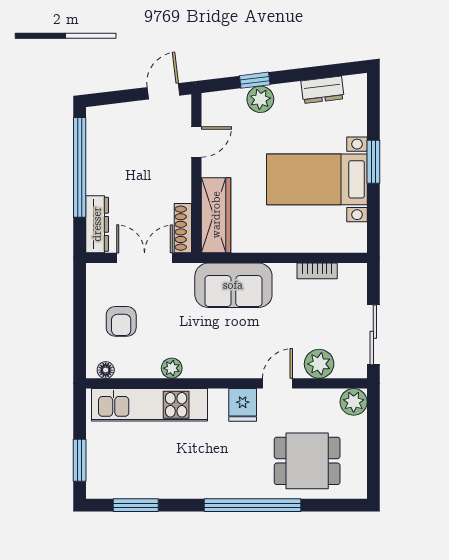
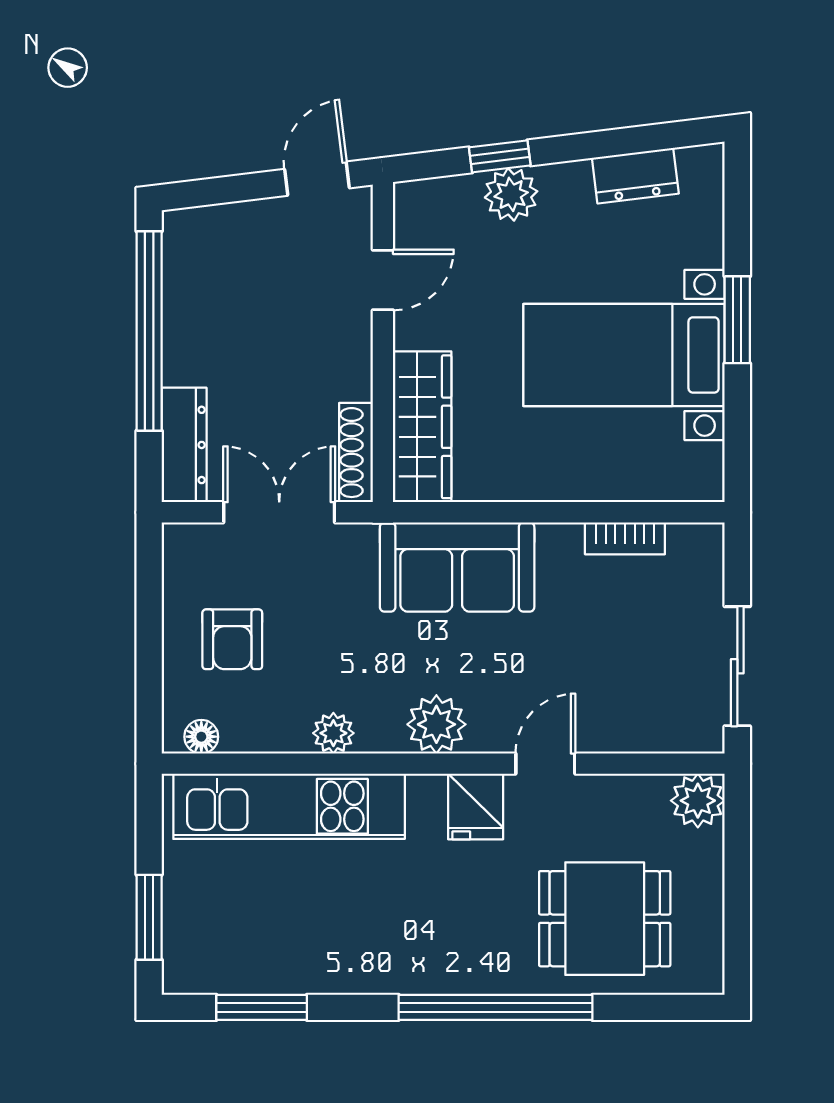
plant: (319, 364) -> (436, 724), moved

